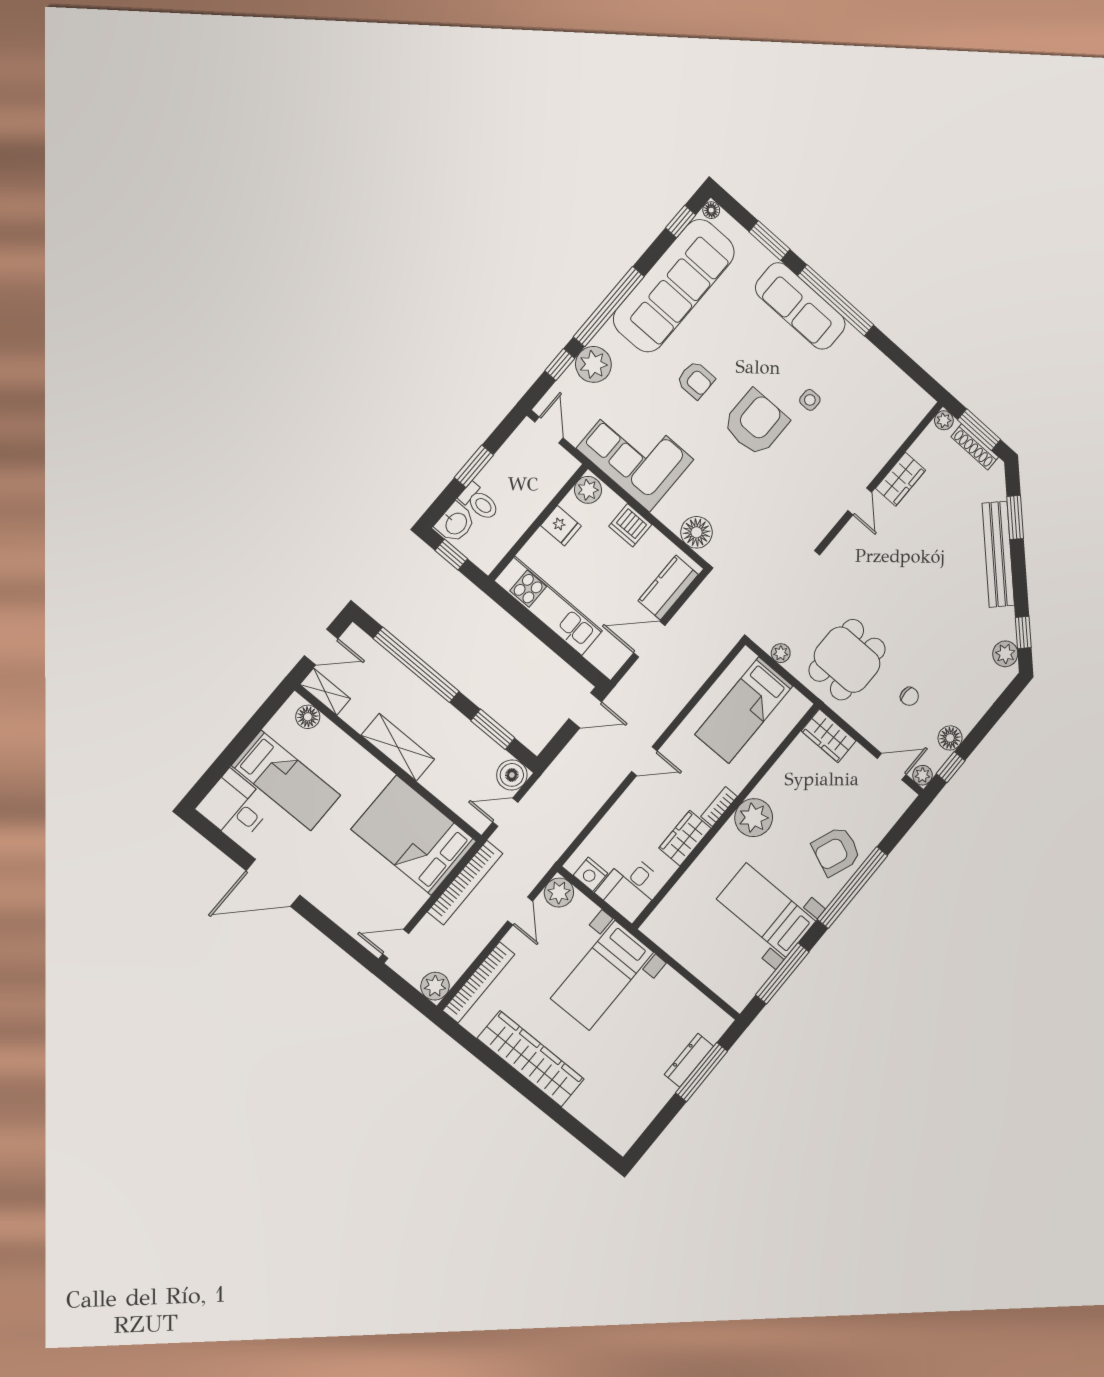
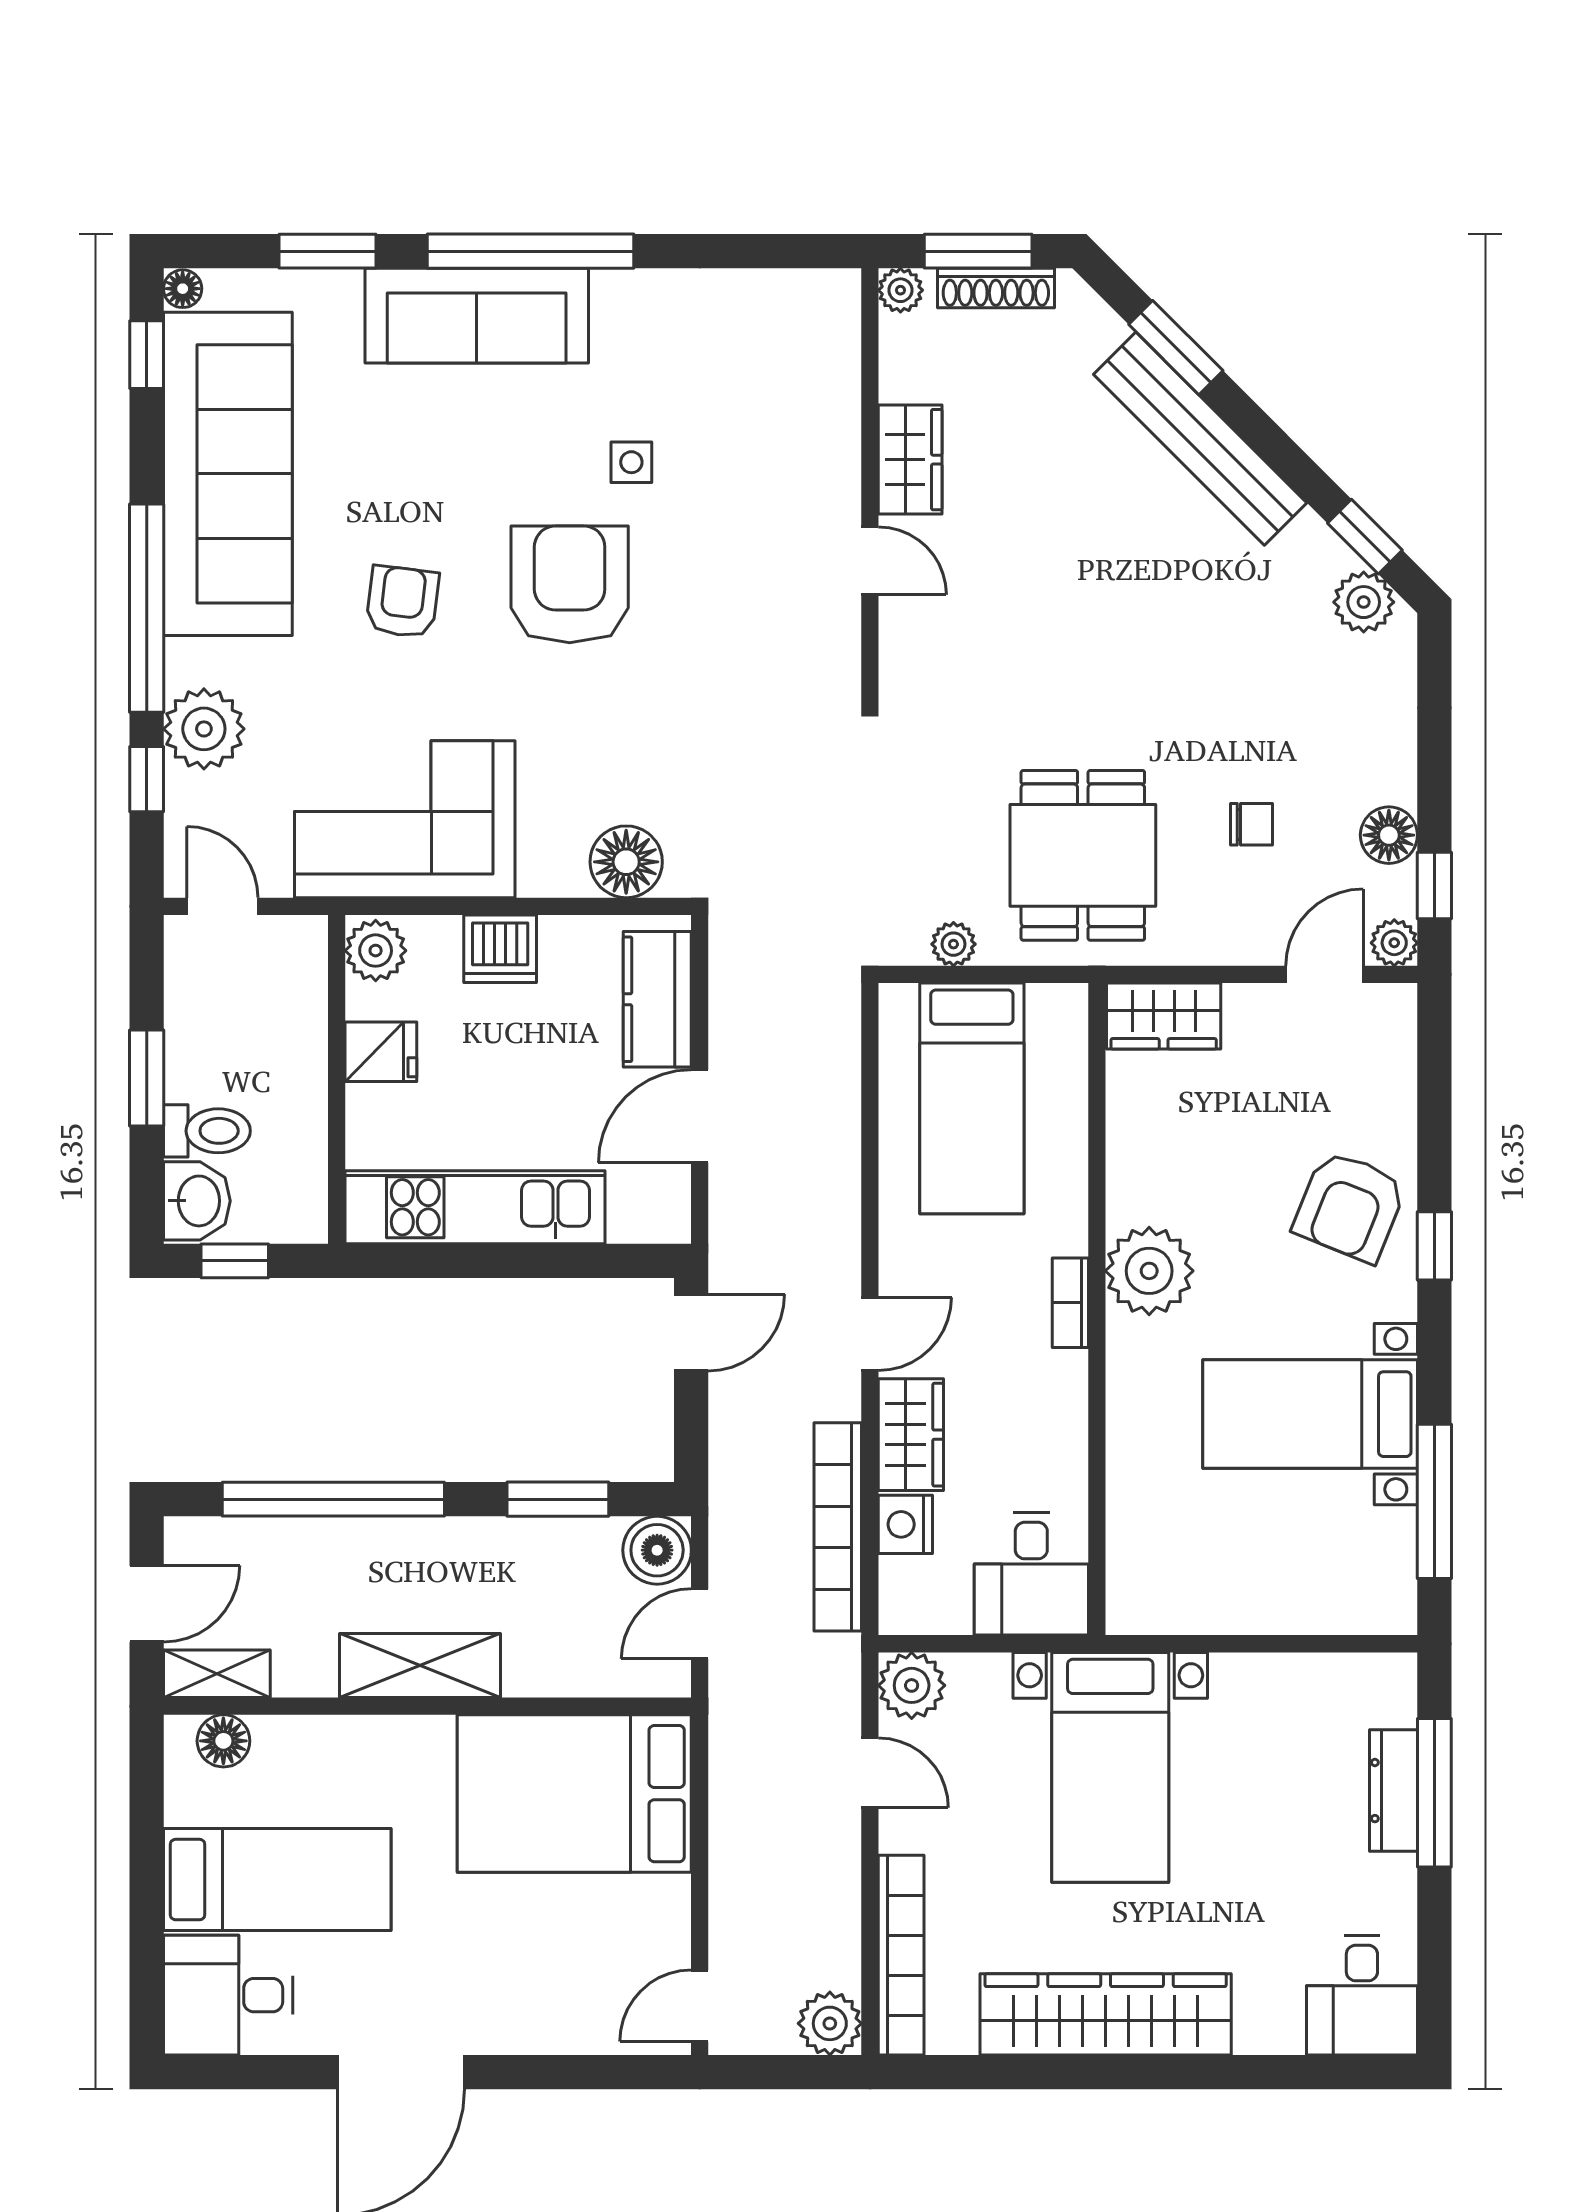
armchair: (696, 380) -> (402, 602), turned -83
wardrobe: (685, 838) -> (911, 1435), moved, turned 180
nightstand: (590, 874) -> (905, 1524), moved, turned 90
bookcase: (465, 883) -> (838, 1527), moved, turned 180
window: (852, 887) -> (1434, 1246), width x0.32
desk: (621, 1122) -> (1362, 1995), added

